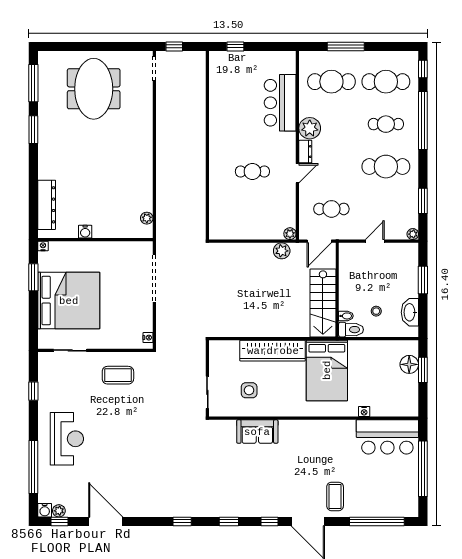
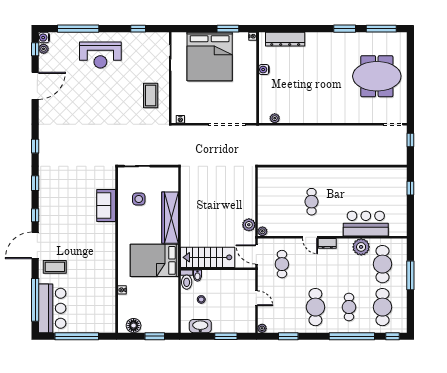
plant: (310, 128) -> (361, 247), moved
floor lamp: (409, 364) -> (134, 326), moved
bar counter: (387, 437) -> (52, 308), moved, turned 180

